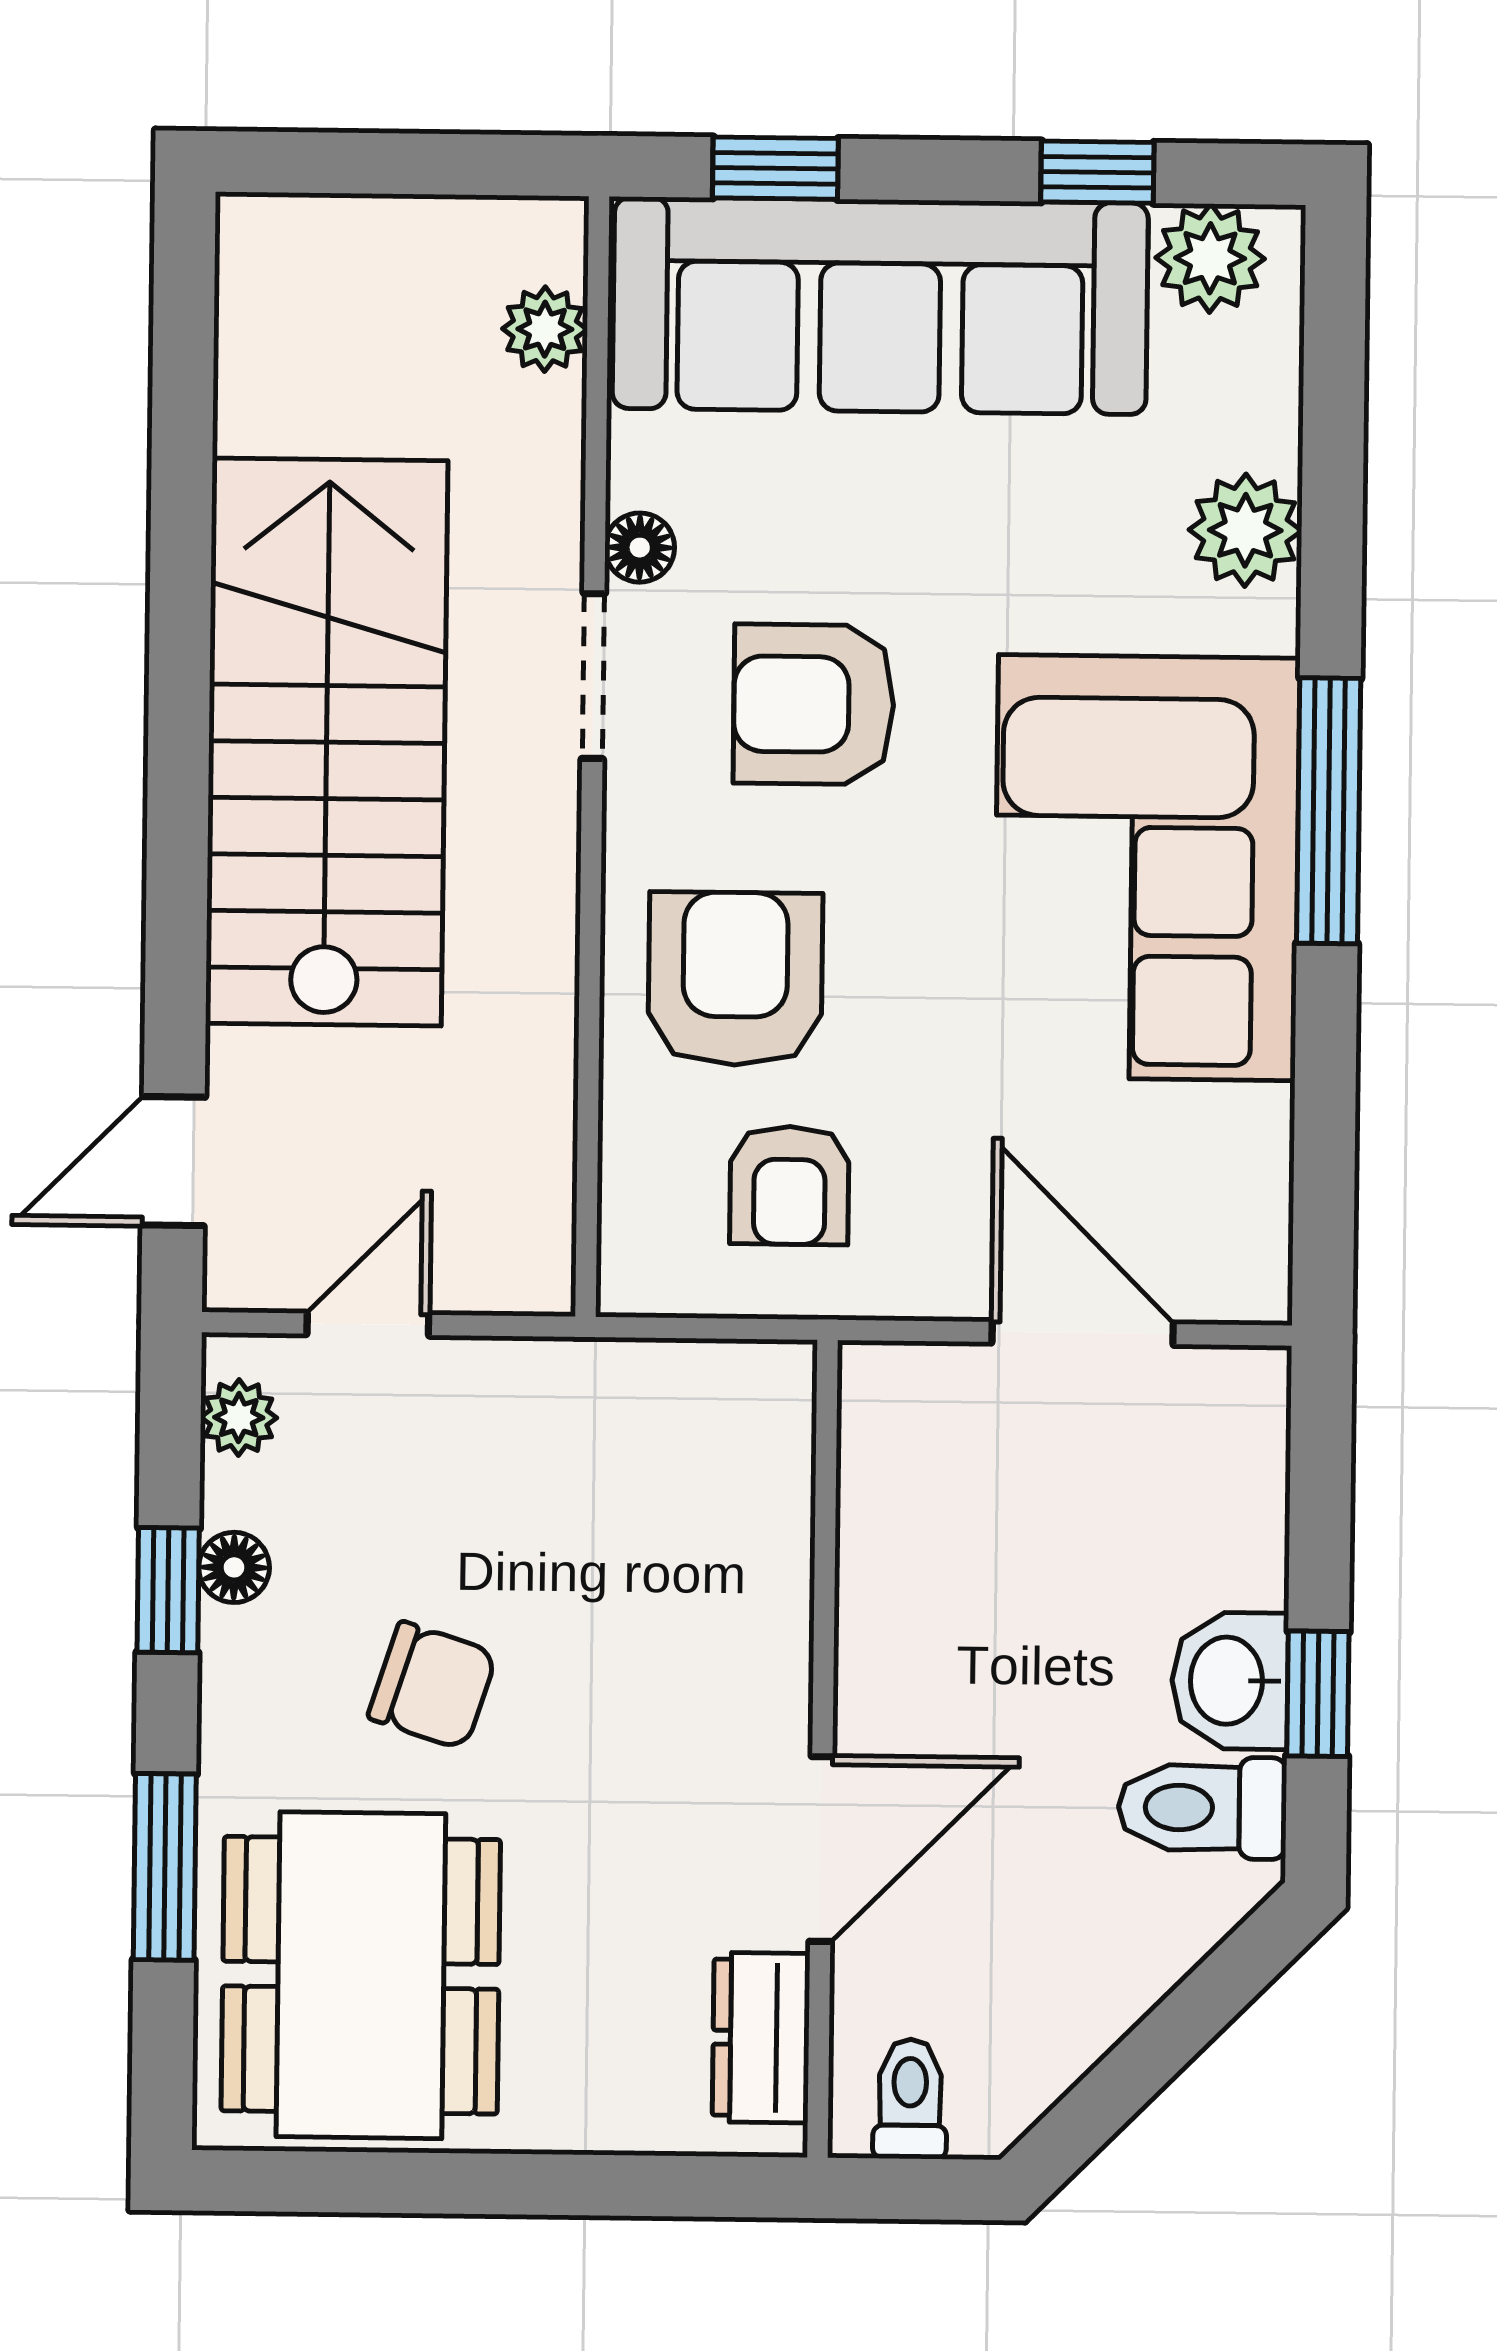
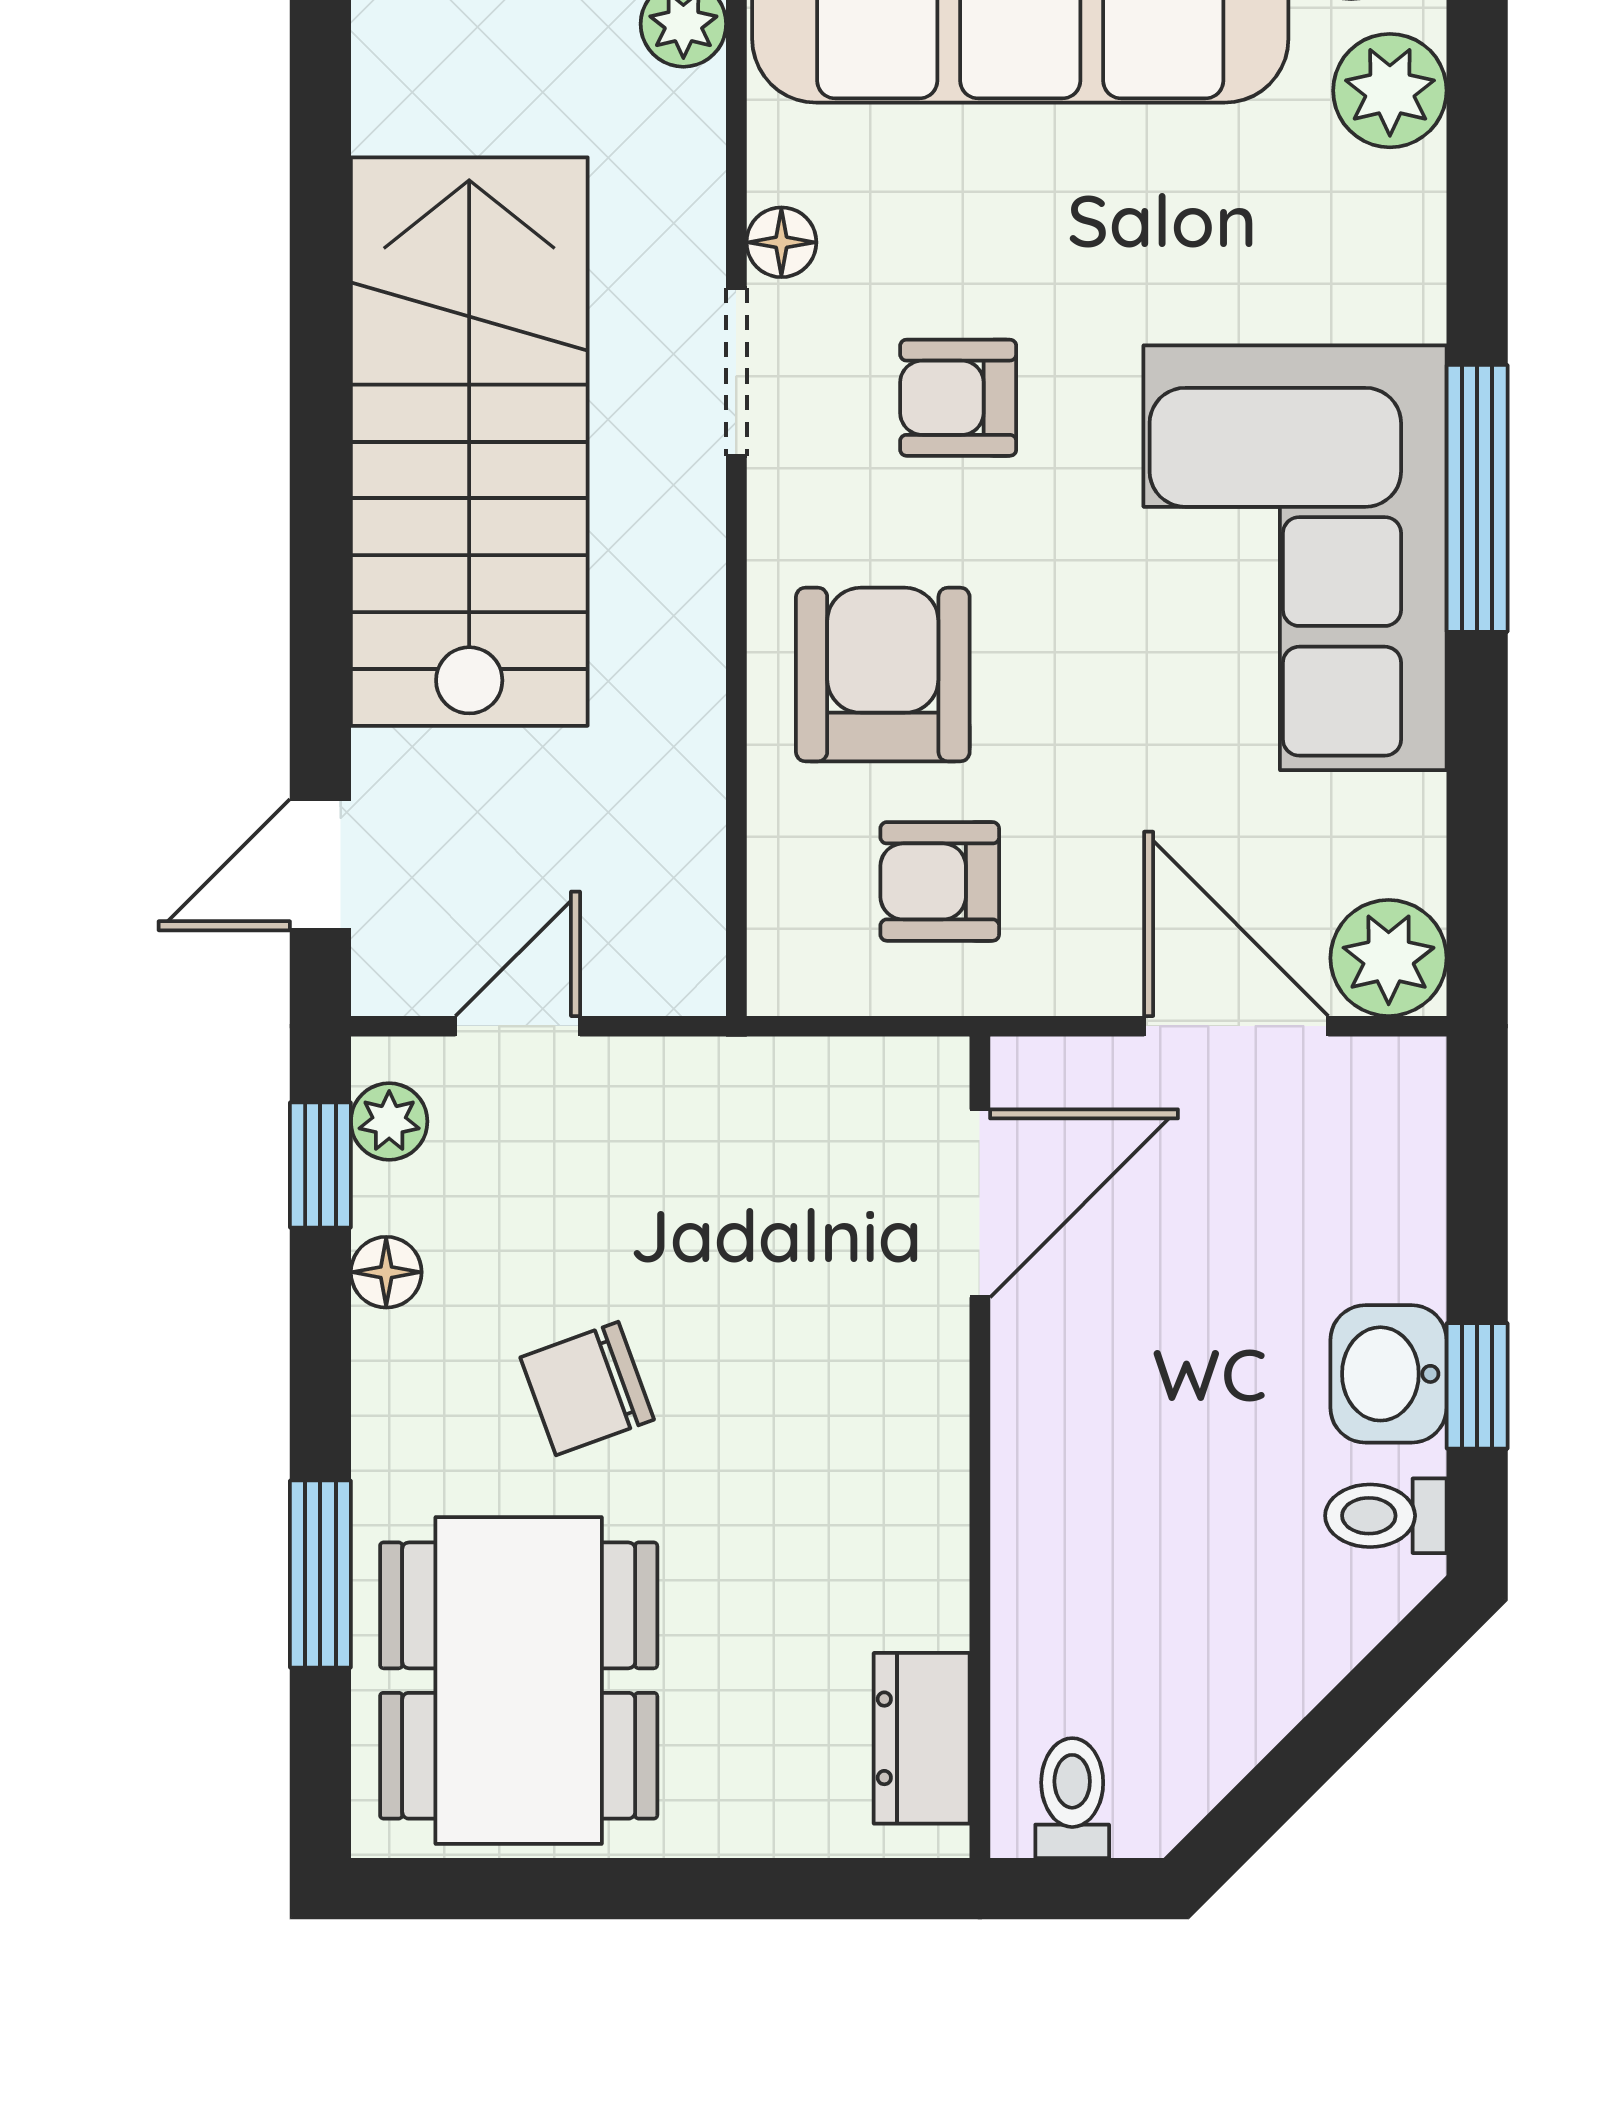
plant: (1245, 530) -> (1390, 91), moved
armchair: (814, 704) -> (958, 398), width x0.72, depth x0.72
armchair: (789, 1185) -> (940, 881), turned 90
plant: (1235, 1267) -> (1389, 958), added
window: (168, 1590) -> (320, 1165), moved
chair: (432, 1686) -> (587, 1388), turned 142
toilet: (1202, 1808) -> (1386, 1516), width x0.73, depth x0.72
door: (821, 1849) -> (980, 1203), moved

